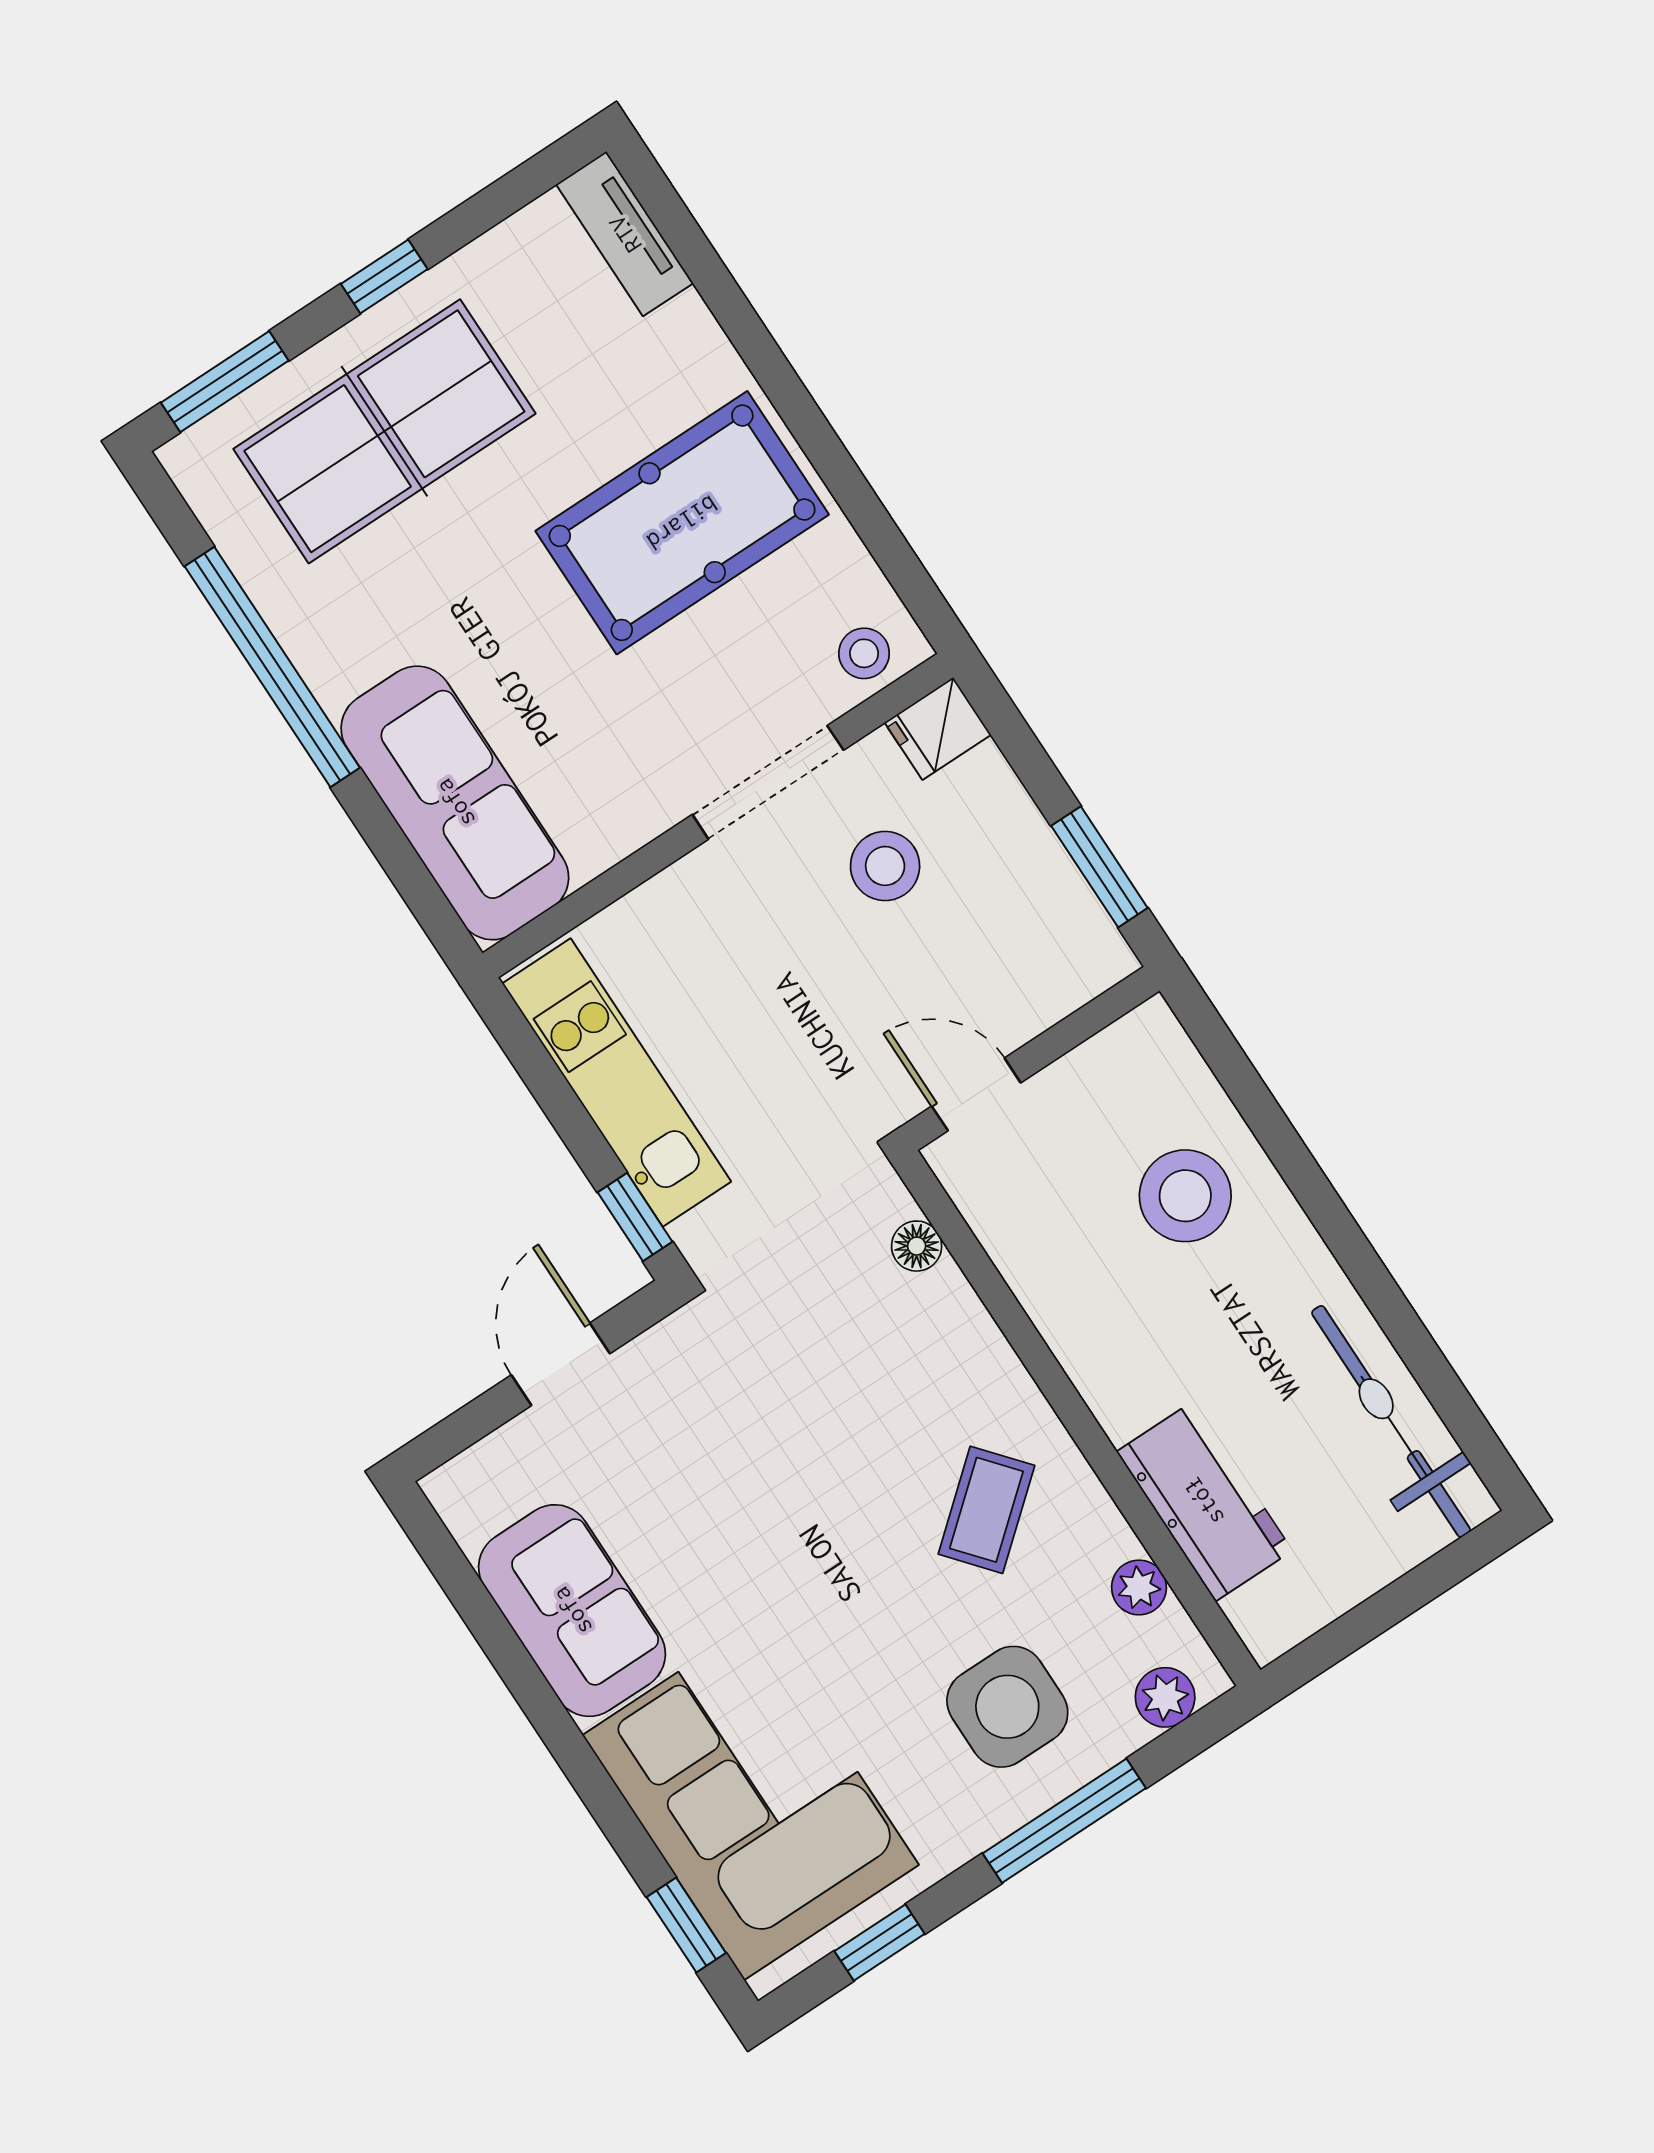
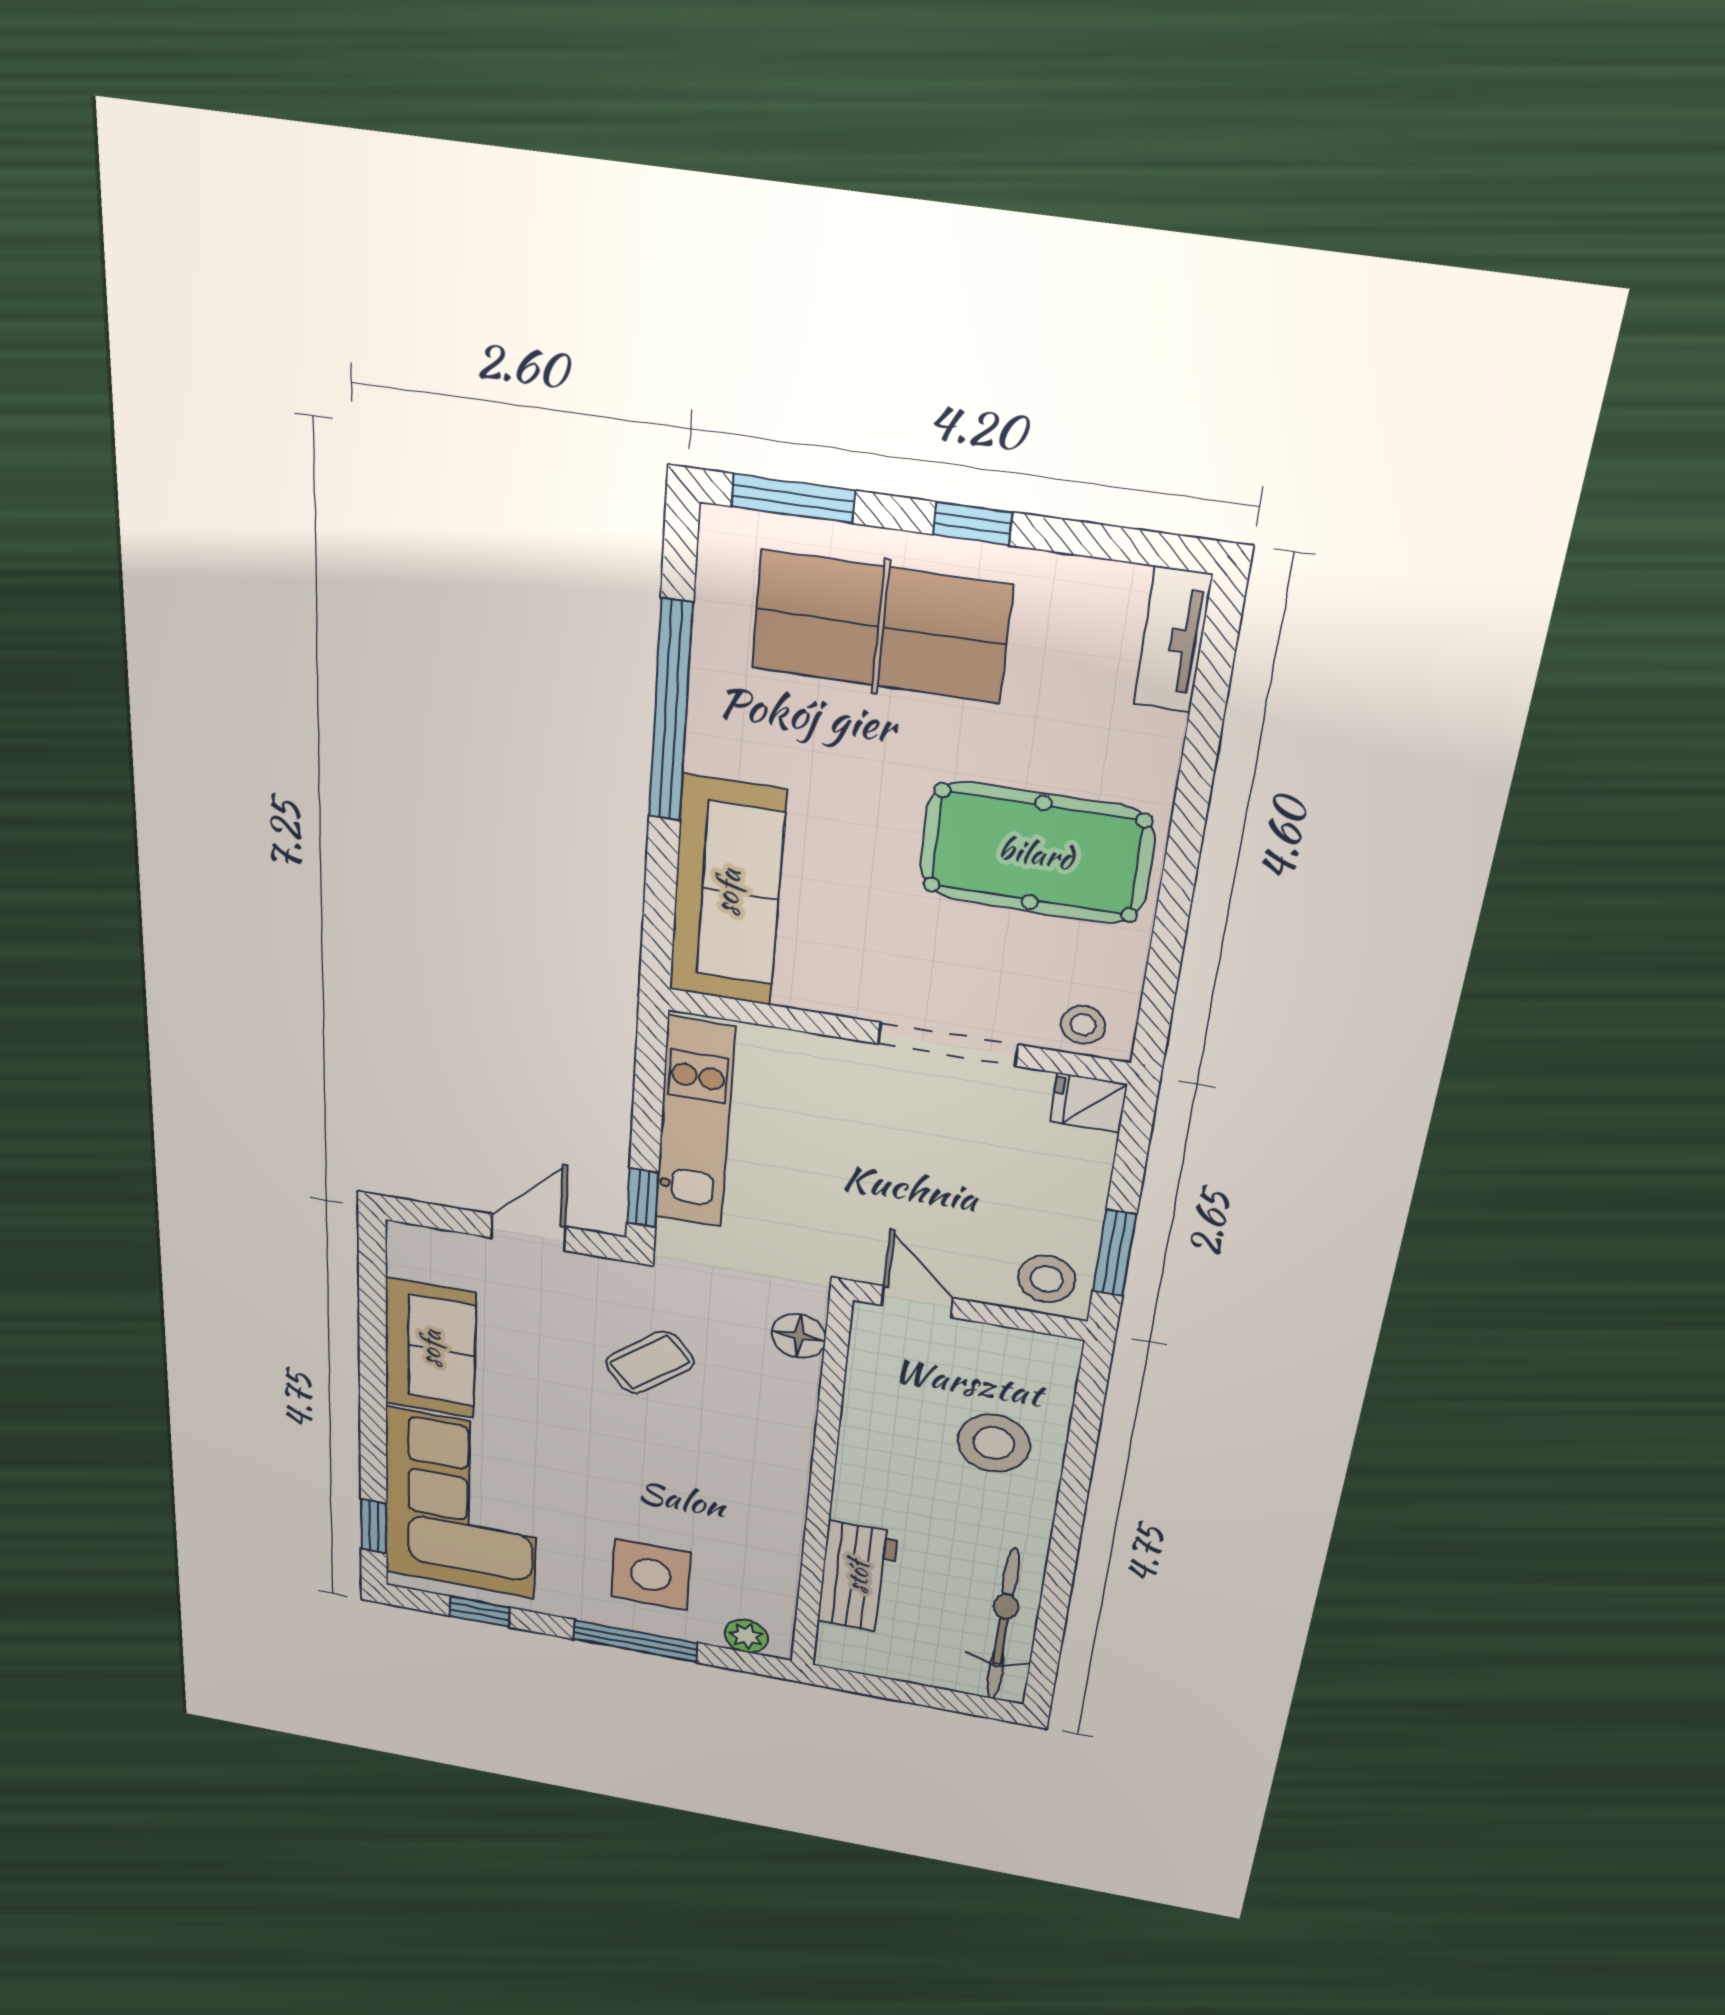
stool: (885, 866) -> (1047, 1279), moved
floor lamp: (917, 1246) -> (799, 1336), width x1.37, depth x1.37
coffee table: (986, 1510) -> (650, 1362), moved
plant: (1139, 1587) -> (780, 1583), removed

